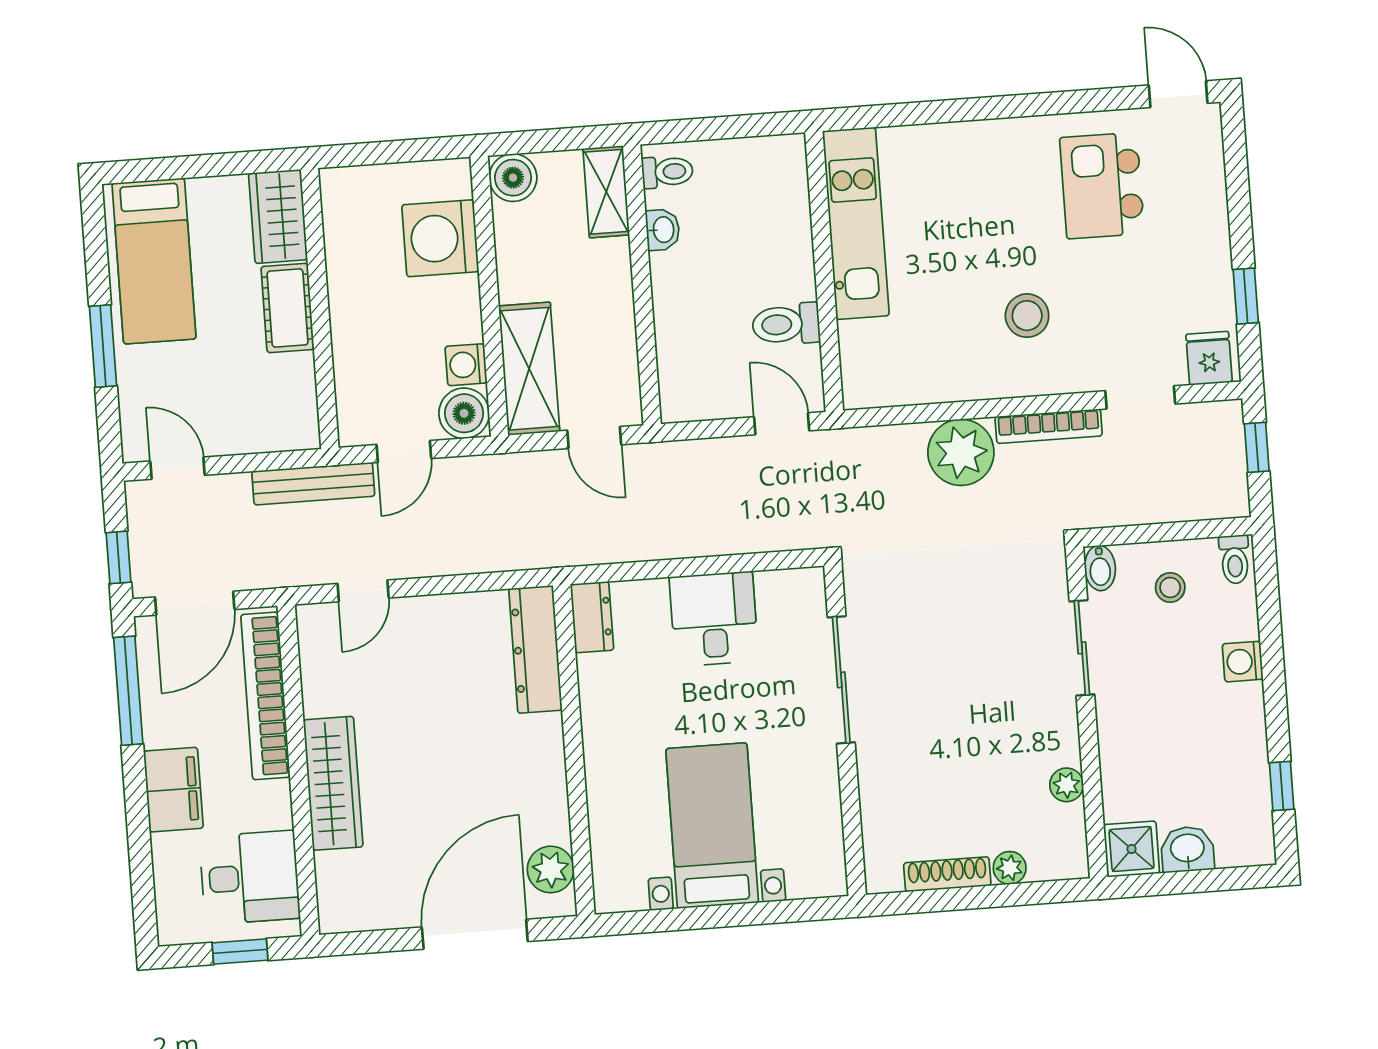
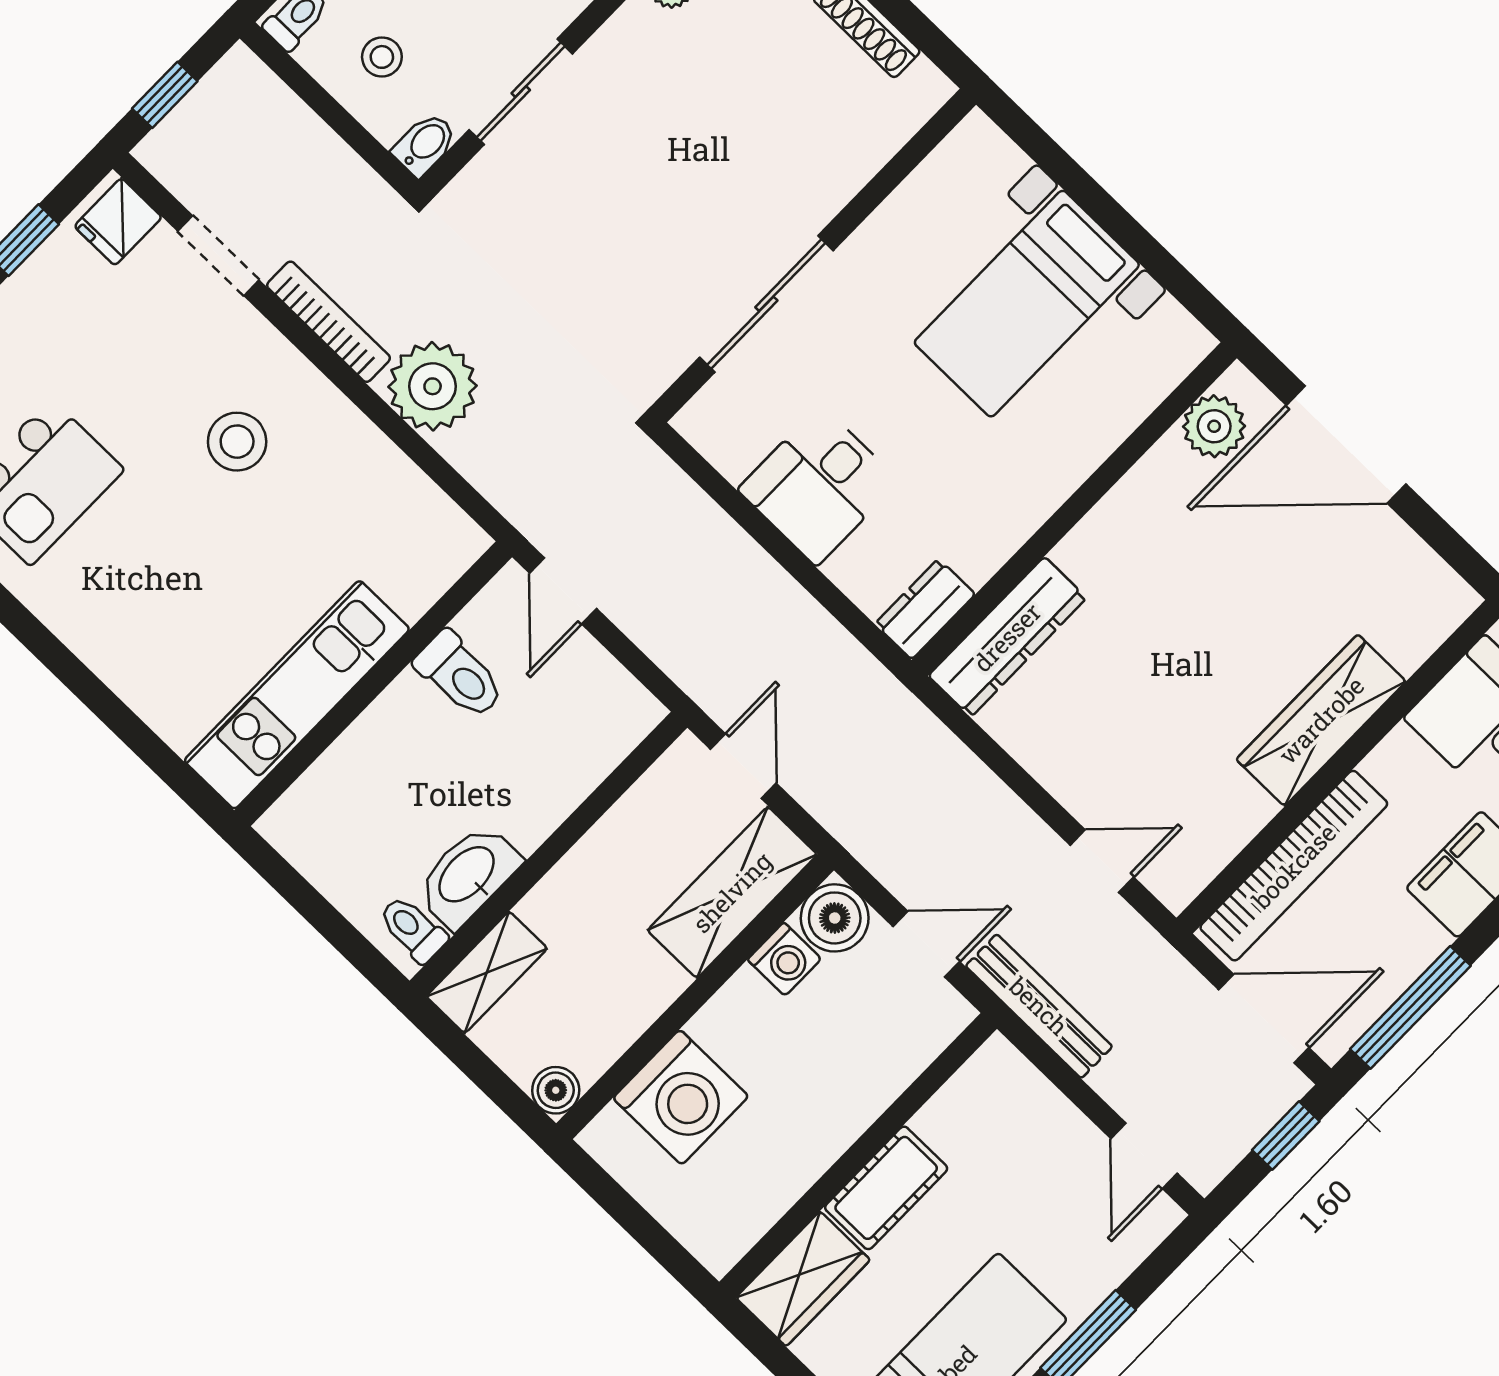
boiler: (513, 178) -> (556, 1090), width x0.73, depth x0.73
washbasin: (663, 230) -> (468, 876), width x1.91, depth x1.45

